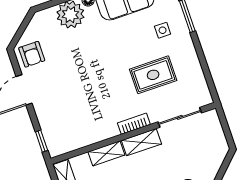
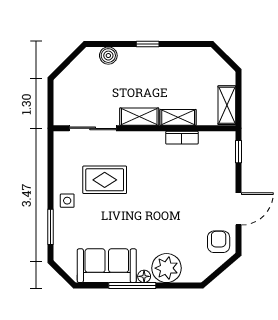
side table: (163, 30) -> (67, 201), moved
bookcase: (134, 124) -> (182, 138), moved

